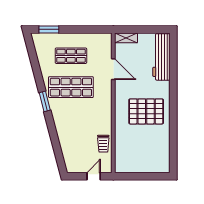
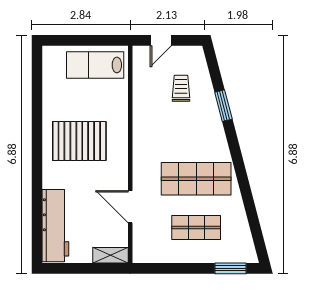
window: (45, 101) -> (223, 106), moved
trolley: (103, 144) -> (181, 88), moved
lab bench: (136, 160) -> (95, 65), added

